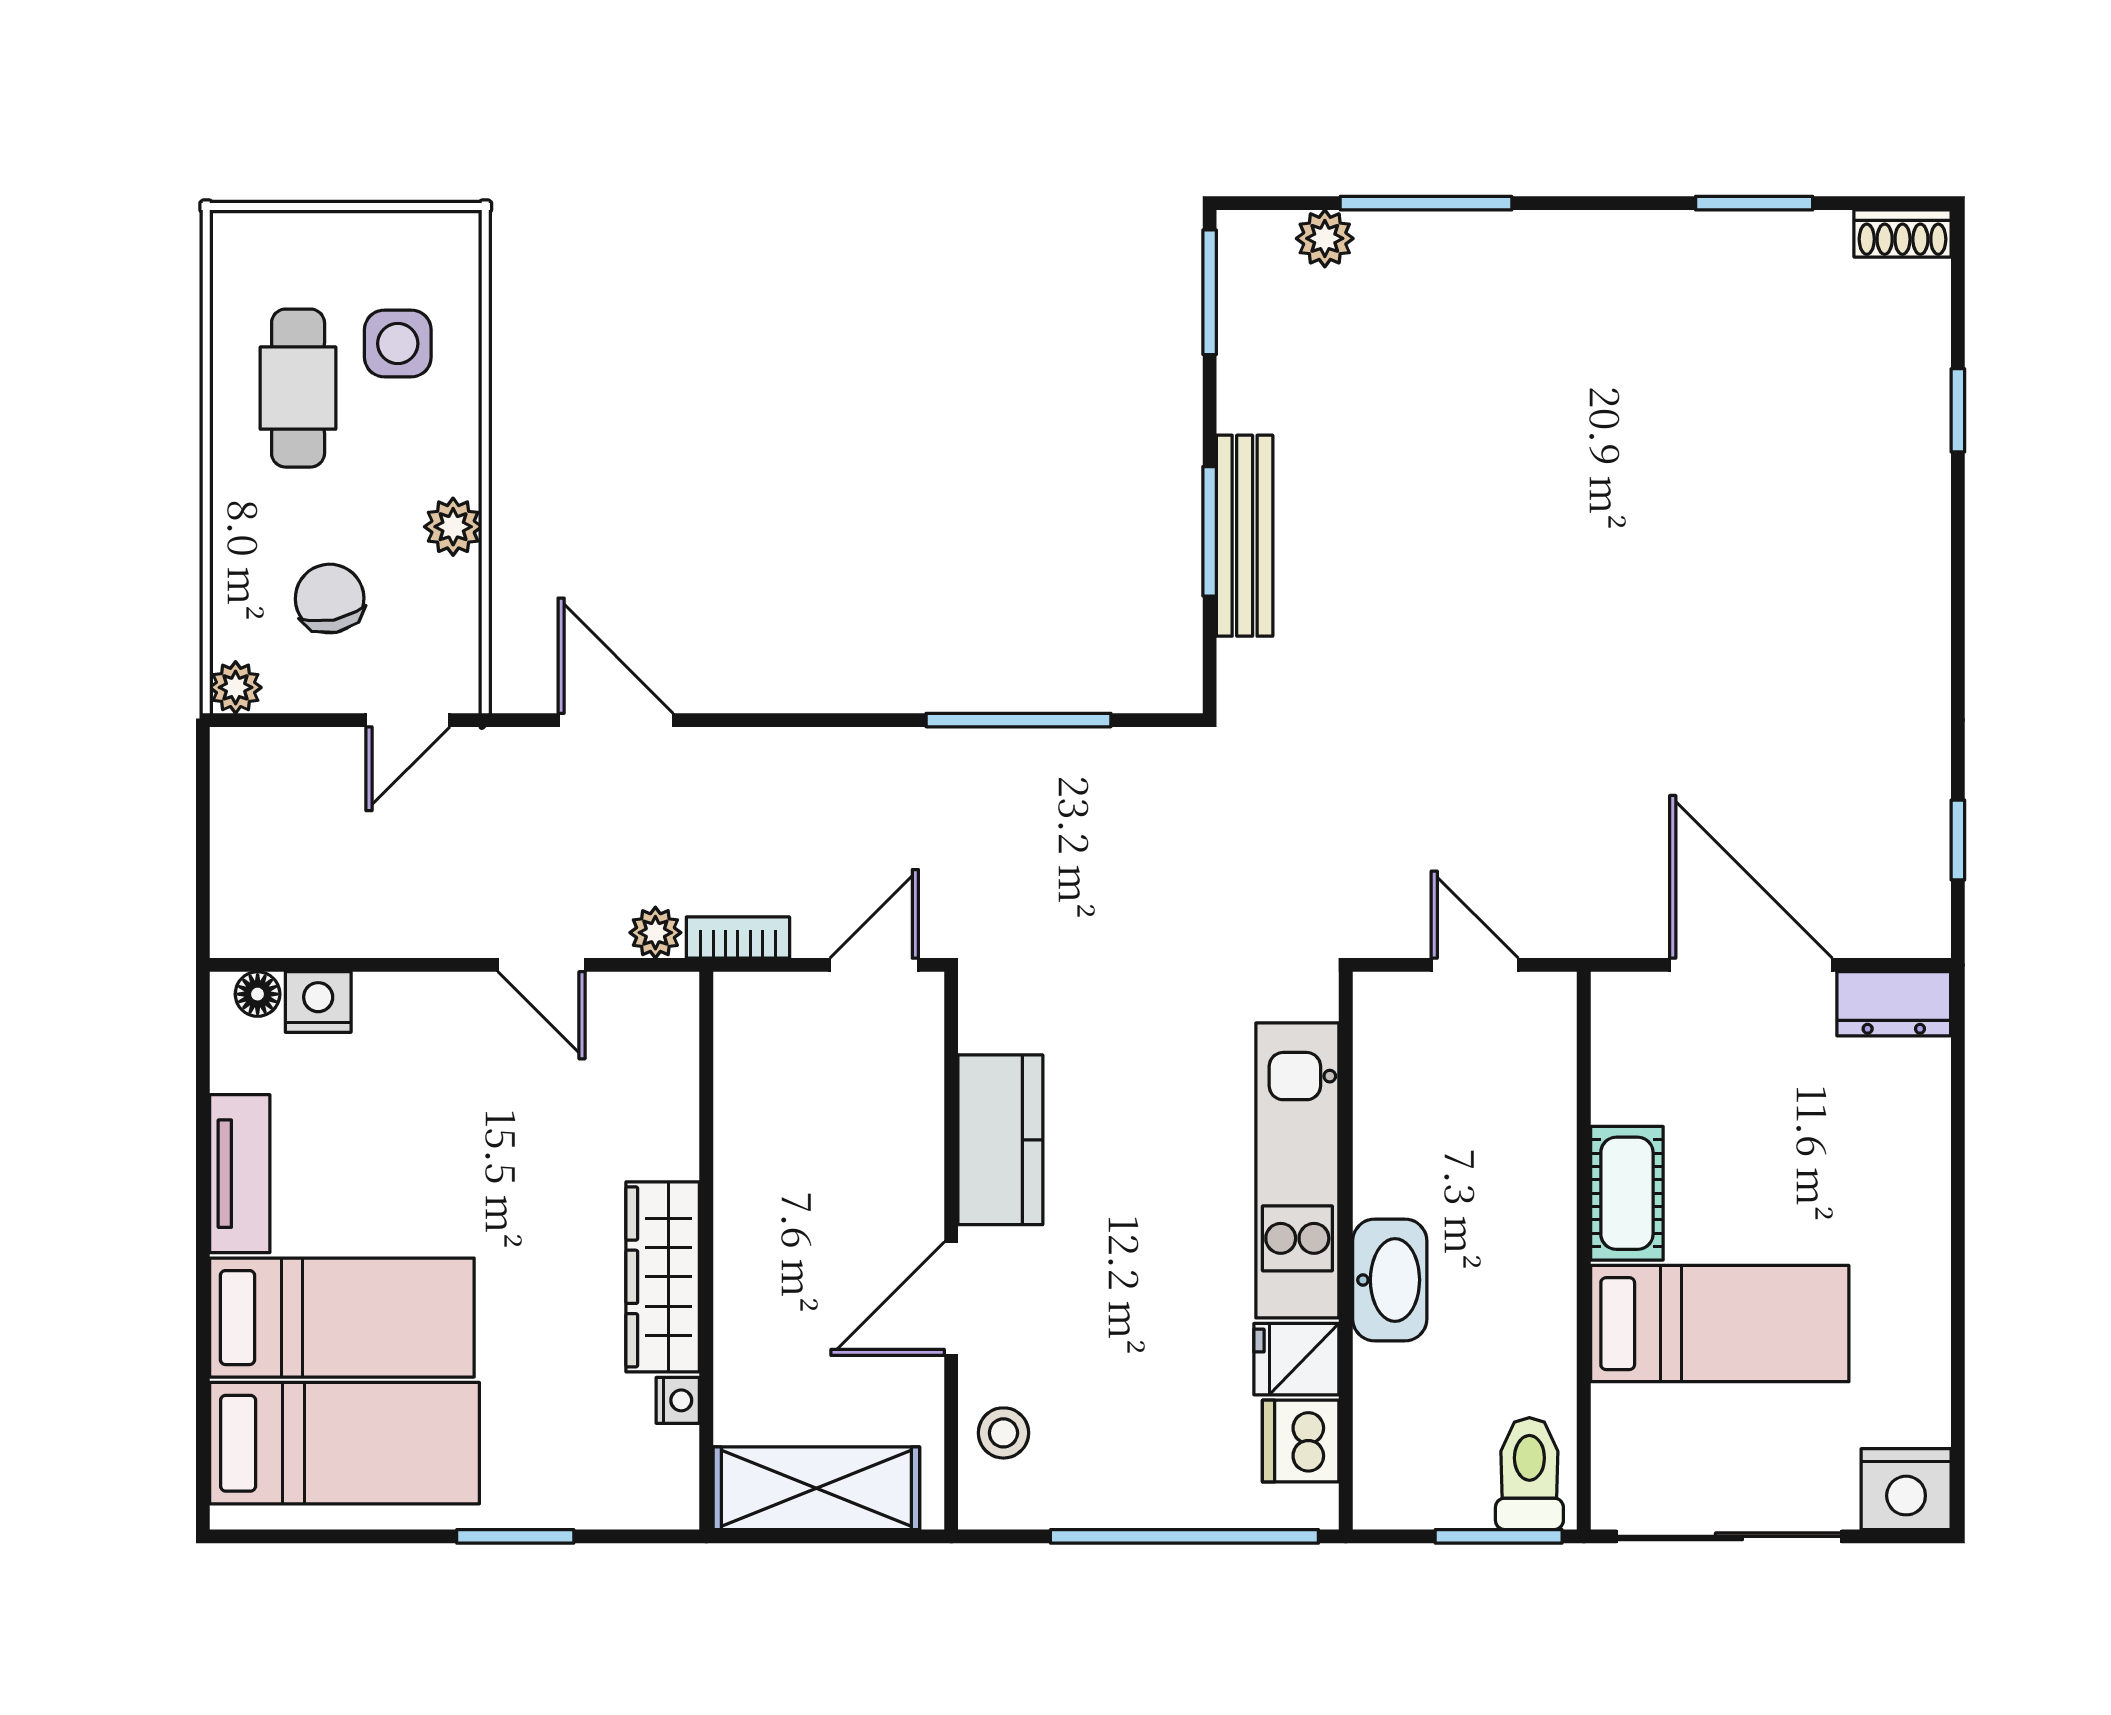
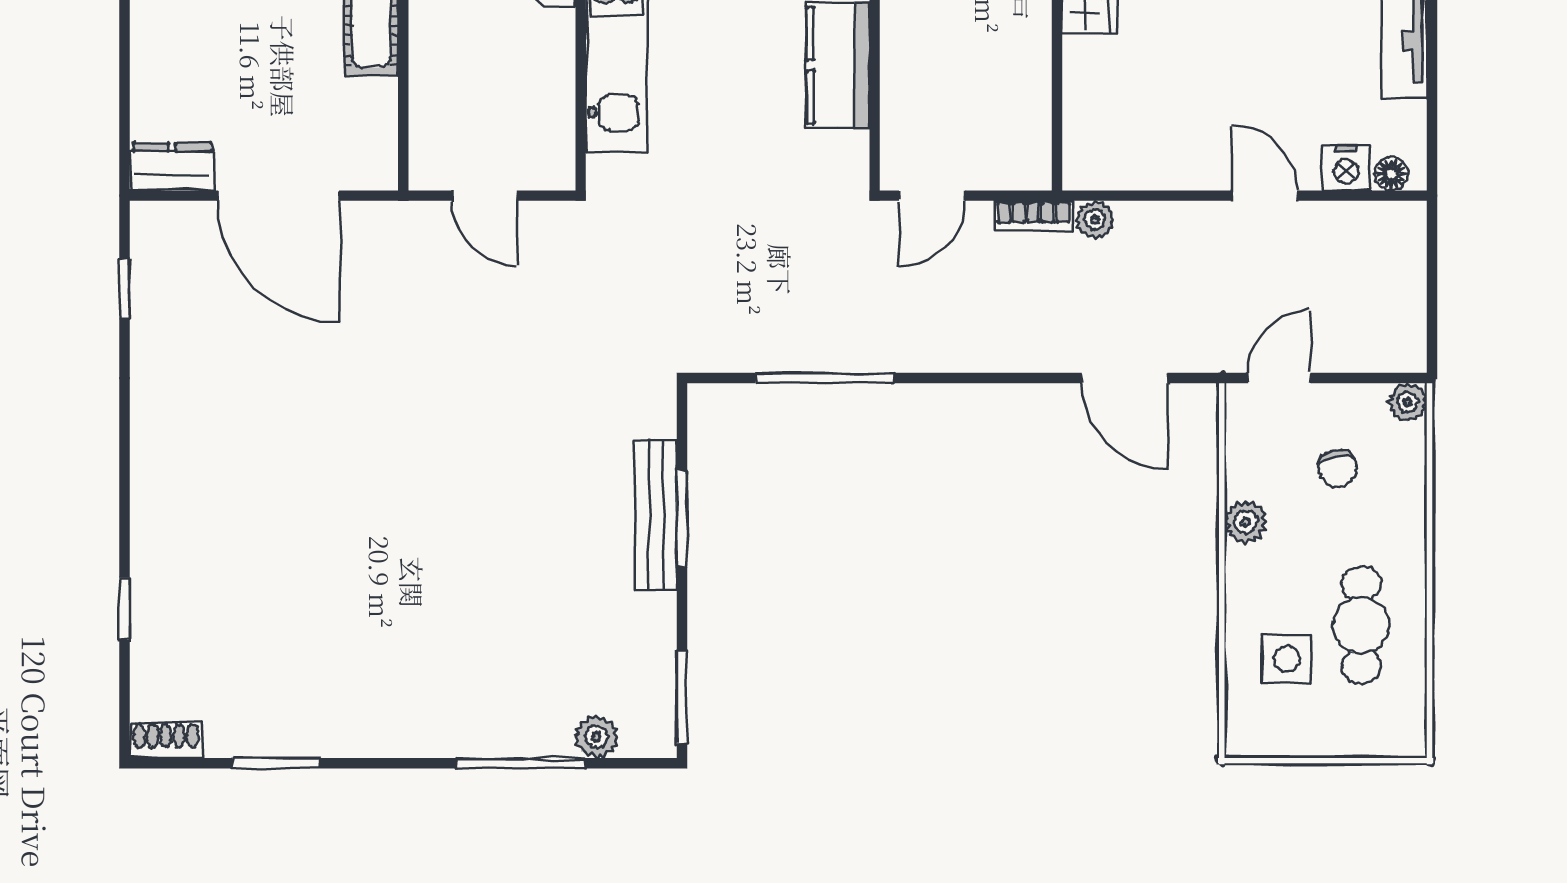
chair: (330, 599) -> (1338, 469), width x0.73, depth x0.73
door: (541, 965) -> (1265, 196), moved

